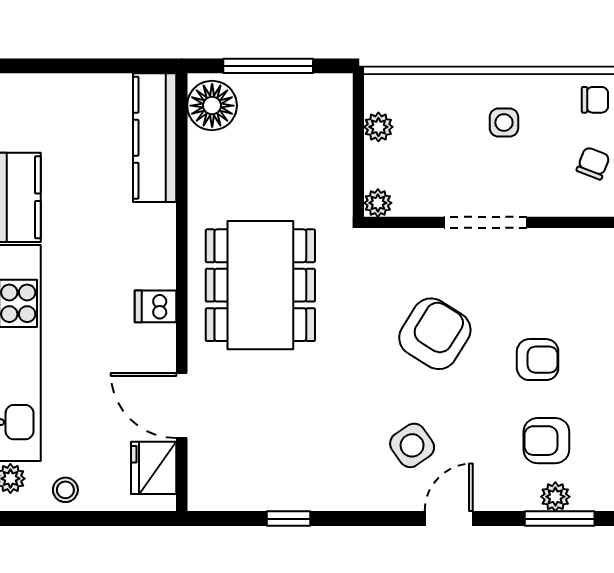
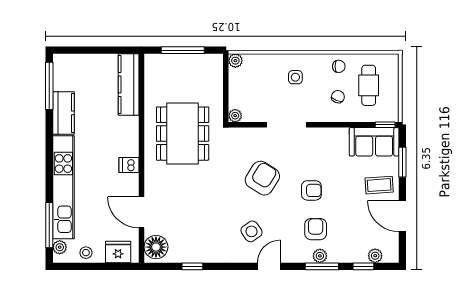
floor lamp: (212, 106) -> (156, 247), moved
plant: (378, 127) -> (235, 61), moved
dining table: (260, 285) -> (183, 134), moved
armchair: (546, 441) -> (316, 229), turned 90
fridge: (154, 468) -> (118, 252), moved, turned 90

